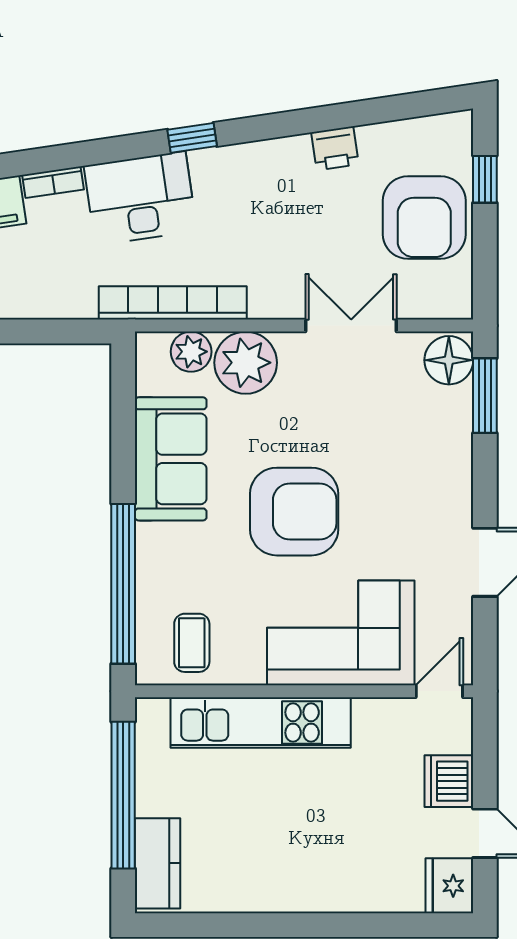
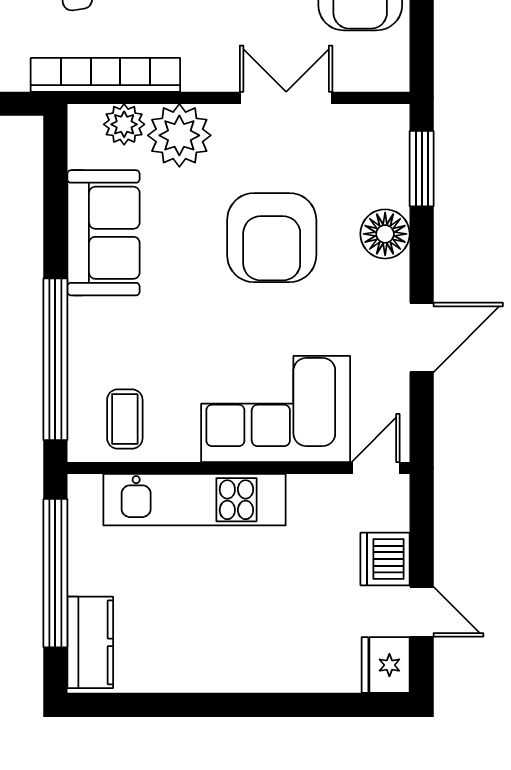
floor lamp: (449, 360) -> (385, 234), moved
armchair: (294, 512) -> (272, 238), moved, turned 90

